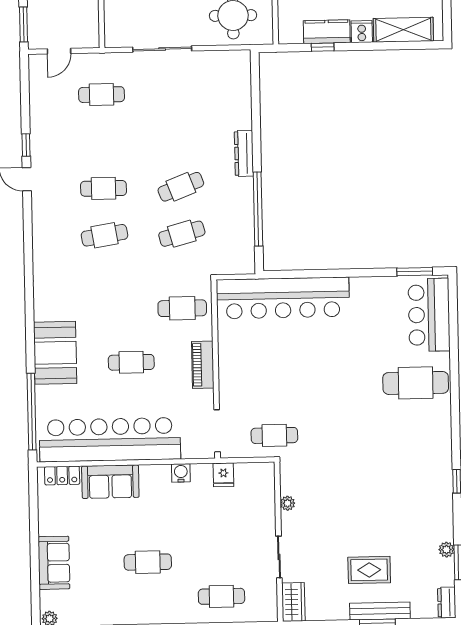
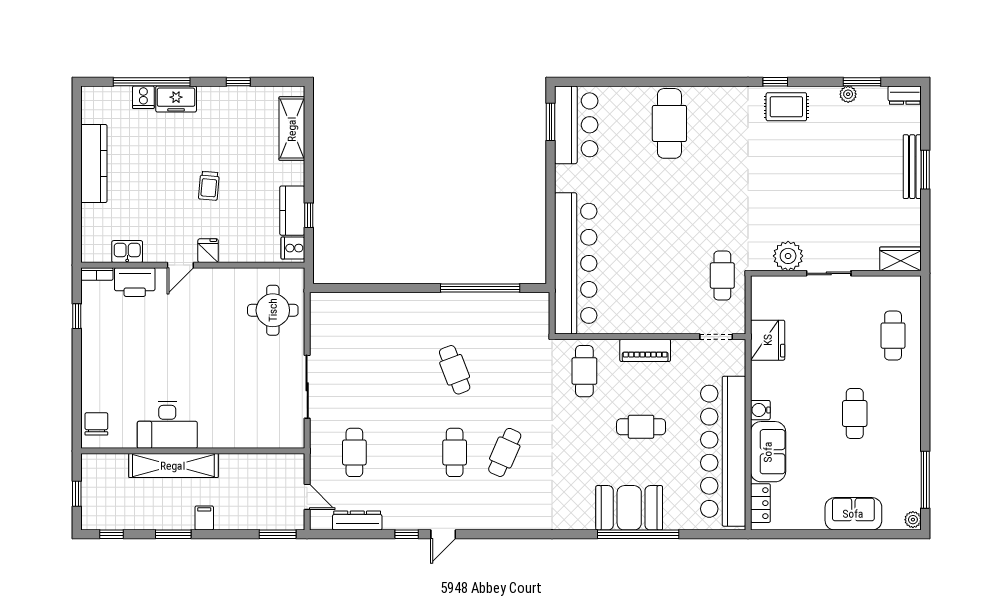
cooker: (362, 32) -> (293, 248), moved
dresser: (244, 153) -> (357, 521), moved, turned 180
cafe table: (182, 234) -> (505, 370), removed
cafe table: (104, 235) -> (505, 452), turned 33
bar counter: (429, 315) -> (576, 125), moved, turned -90
cafe table: (131, 362) -> (641, 427), turned 90
window: (32, 412) -> (638, 534), moved
doorway: (217, 431) -> (716, 337), width x0.73
water cooler: (181, 473) -> (760, 410), moved
fridge: (223, 475) -> (768, 340), width x1.88, depth x1.34
plant: (288, 503) -> (788, 256), width x1.87, depth x1.87
sliding door: (279, 557) -> (829, 273), moved
rug: (369, 570) -> (786, 107), moved, turned 90

